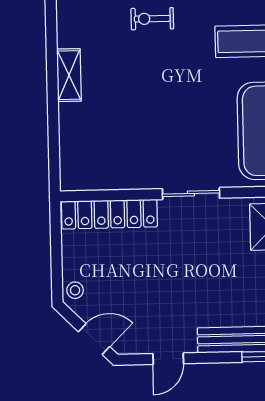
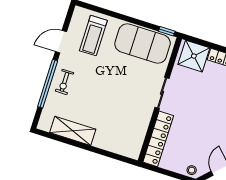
shelving: (69, 75) -> (73, 131), width x1.50, depth x1.33

